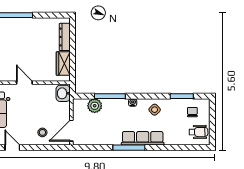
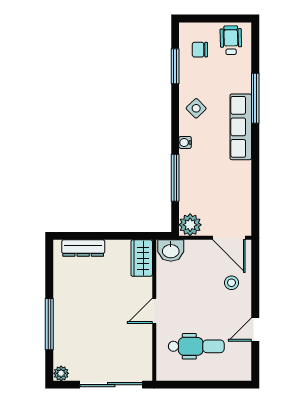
wardrobe: (63, 64) -> (142, 258), moved, turned 90
plant: (95, 106) -> (190, 225), moved
window: (129, 148) -> (255, 98), moved

